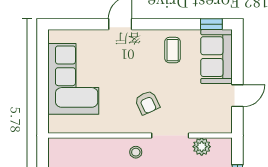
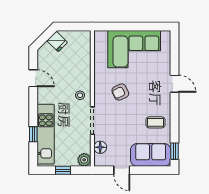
armchair: (147, 103) -> (120, 92), moved
floor lamp: (206, 125) -> (100, 147), added
plant: (202, 147) -> (84, 160), moved

